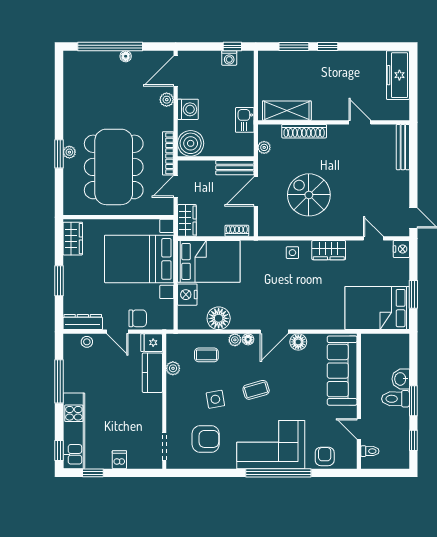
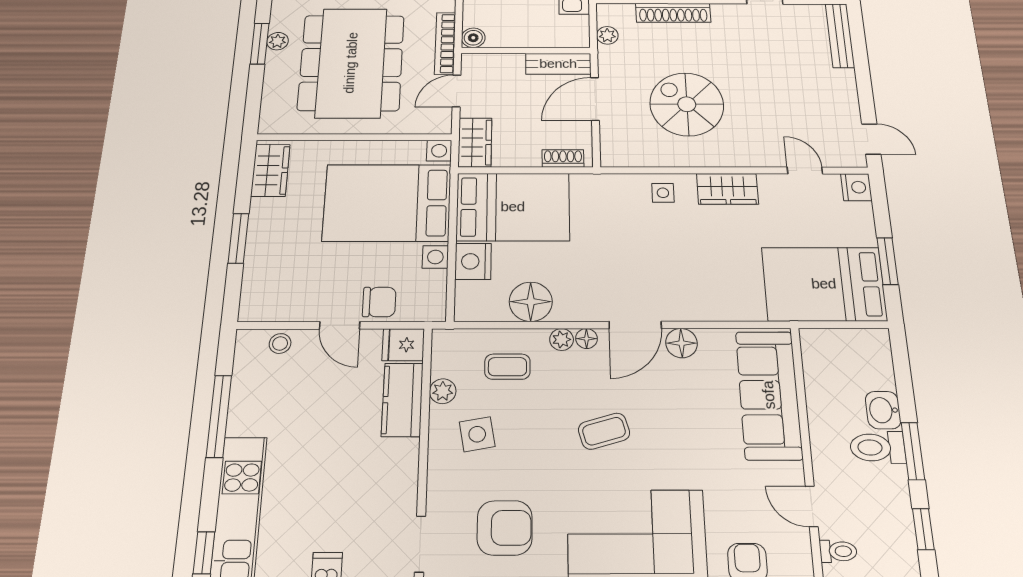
boiler: (191, 143) -> (473, 38), width x0.54, depth x0.54
dresser: (83, 322) -> (276, 308), removed
side table: (215, 399) -> (477, 434), moved

